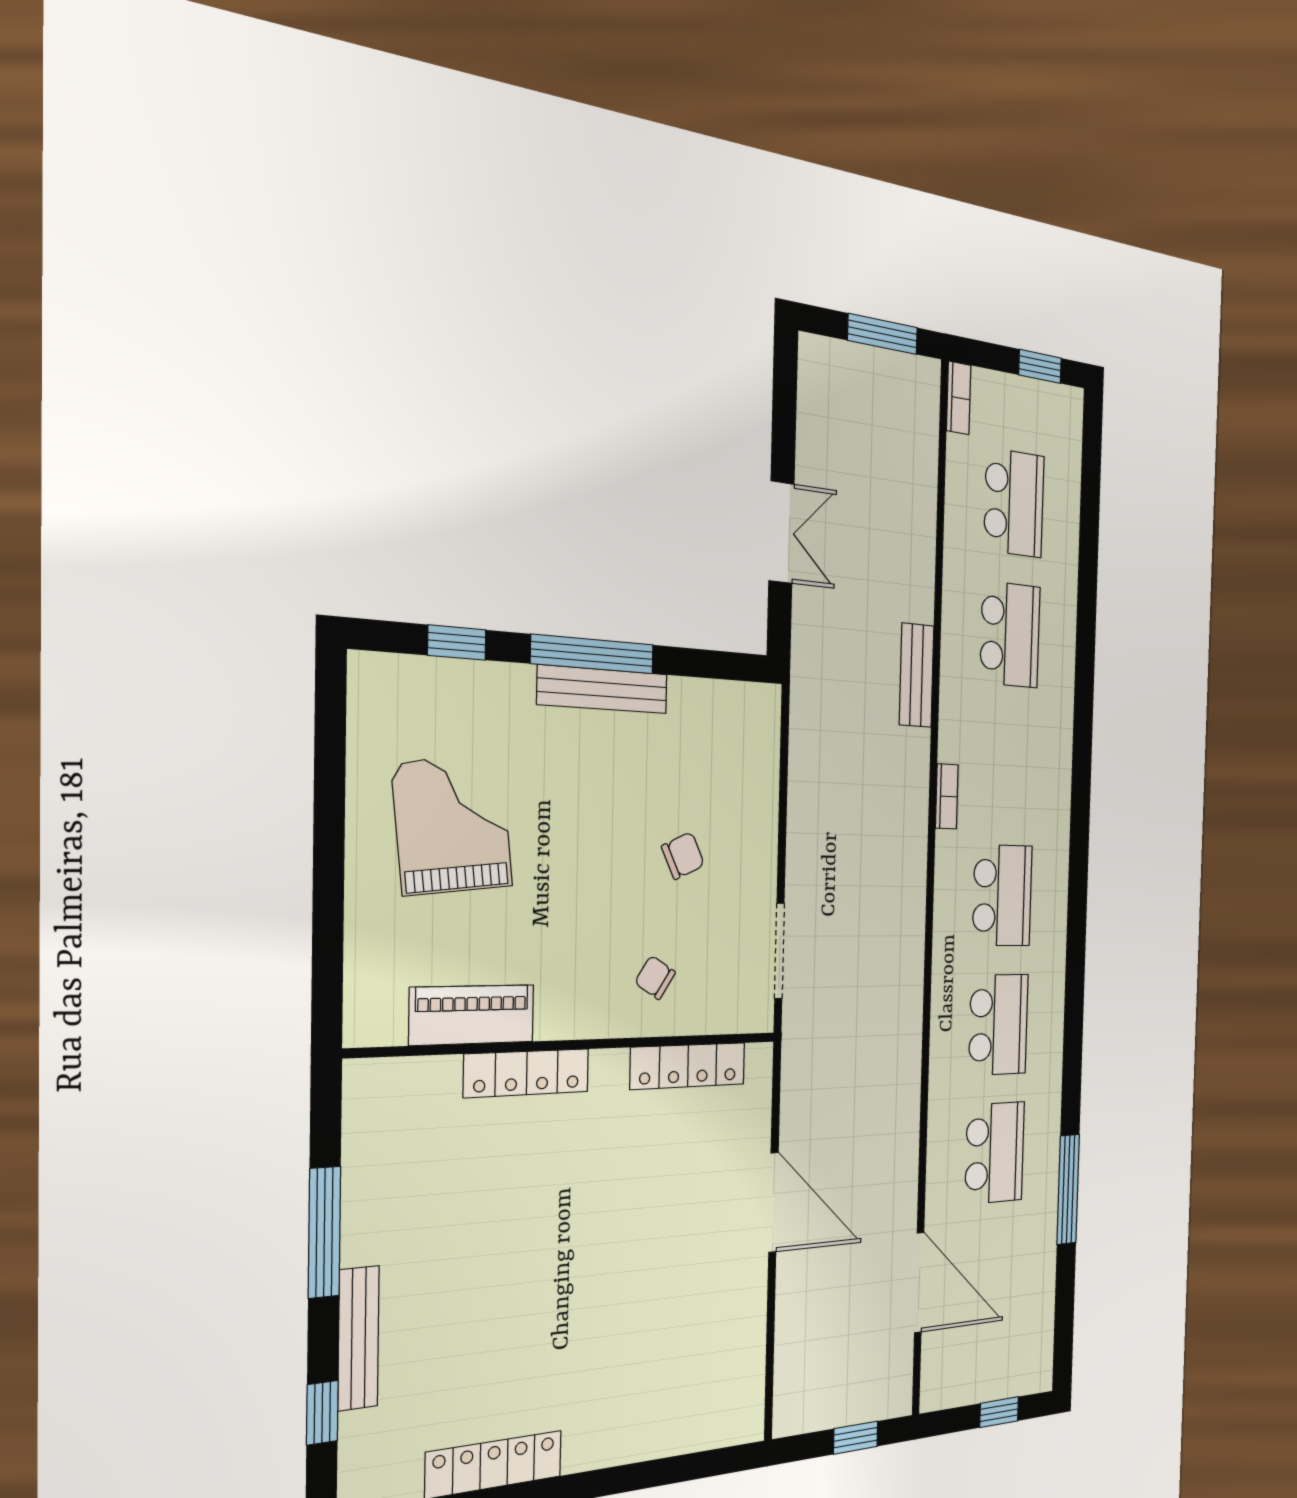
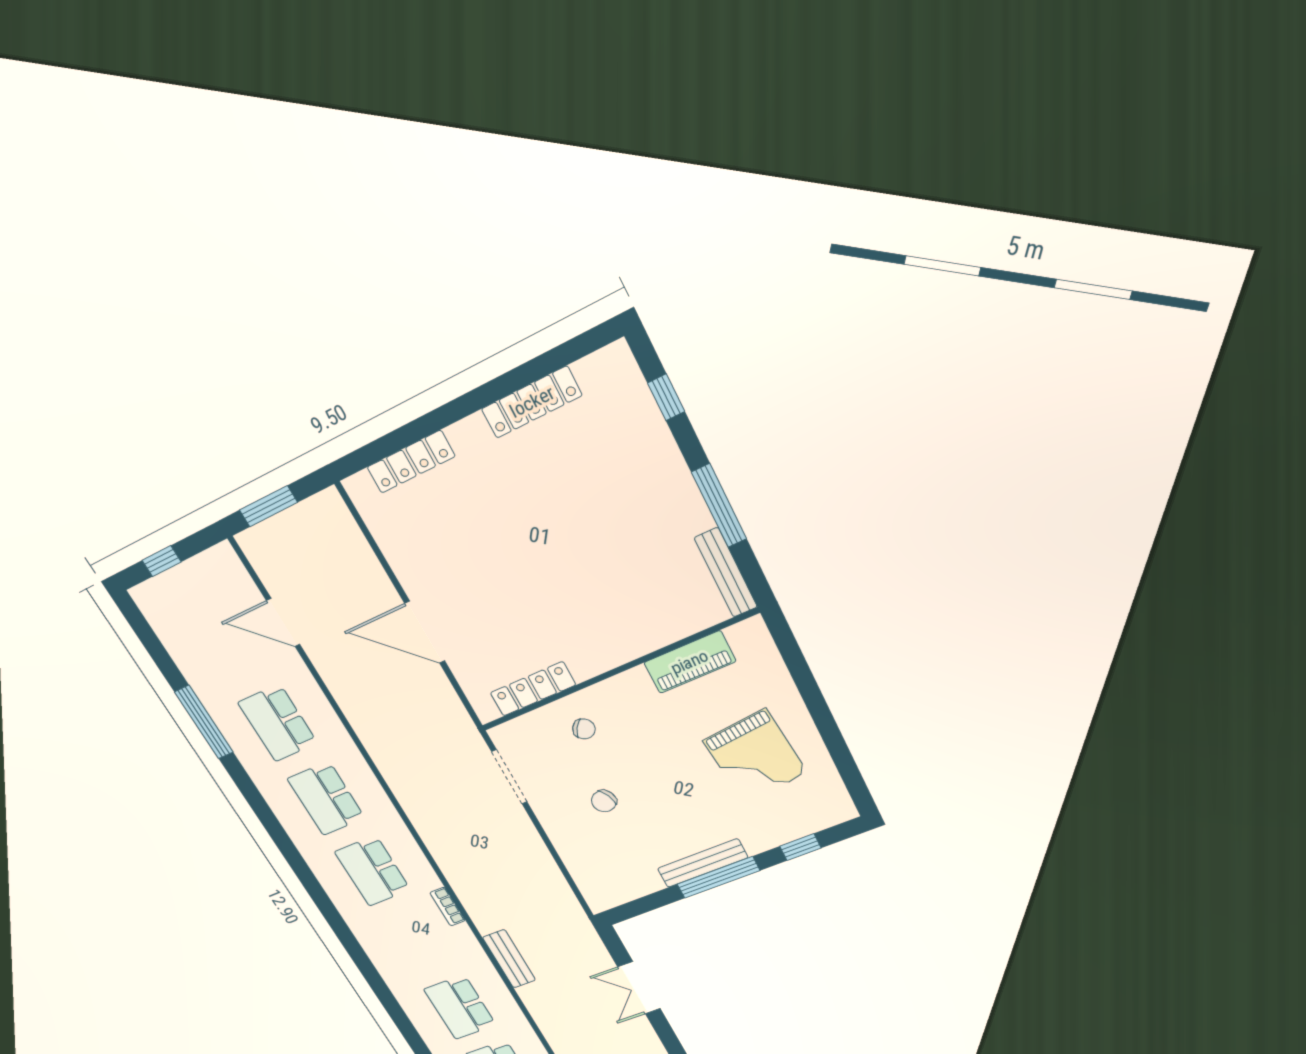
locker: (527, 1073) -> (411, 462), moved, turned 180
door: (919, 1283) -> (283, 623), width x0.73
bench: (359, 1338) -> (726, 573), moved
window: (856, 1438) -> (268, 506), width x1.50

